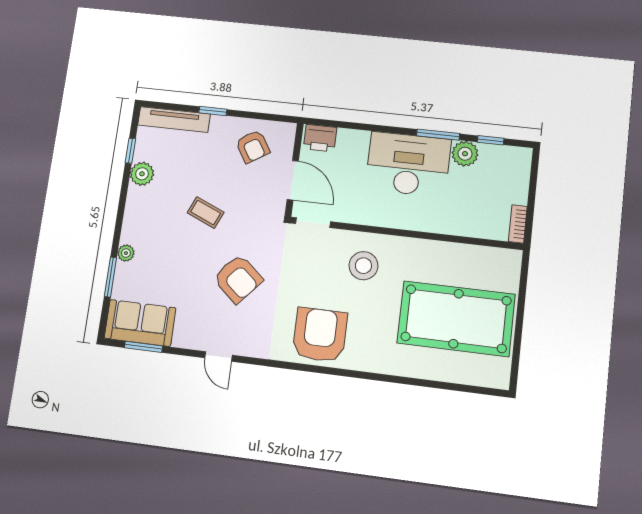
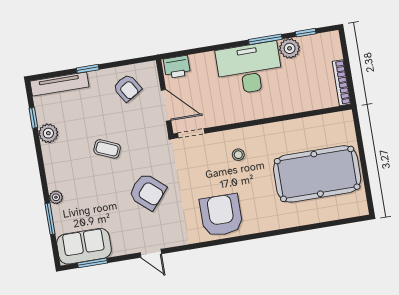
bookcase: (518, 224) -> (342, 83), width x1.56
stool: (363, 266) -> (238, 155), width x0.53, depth x0.53

